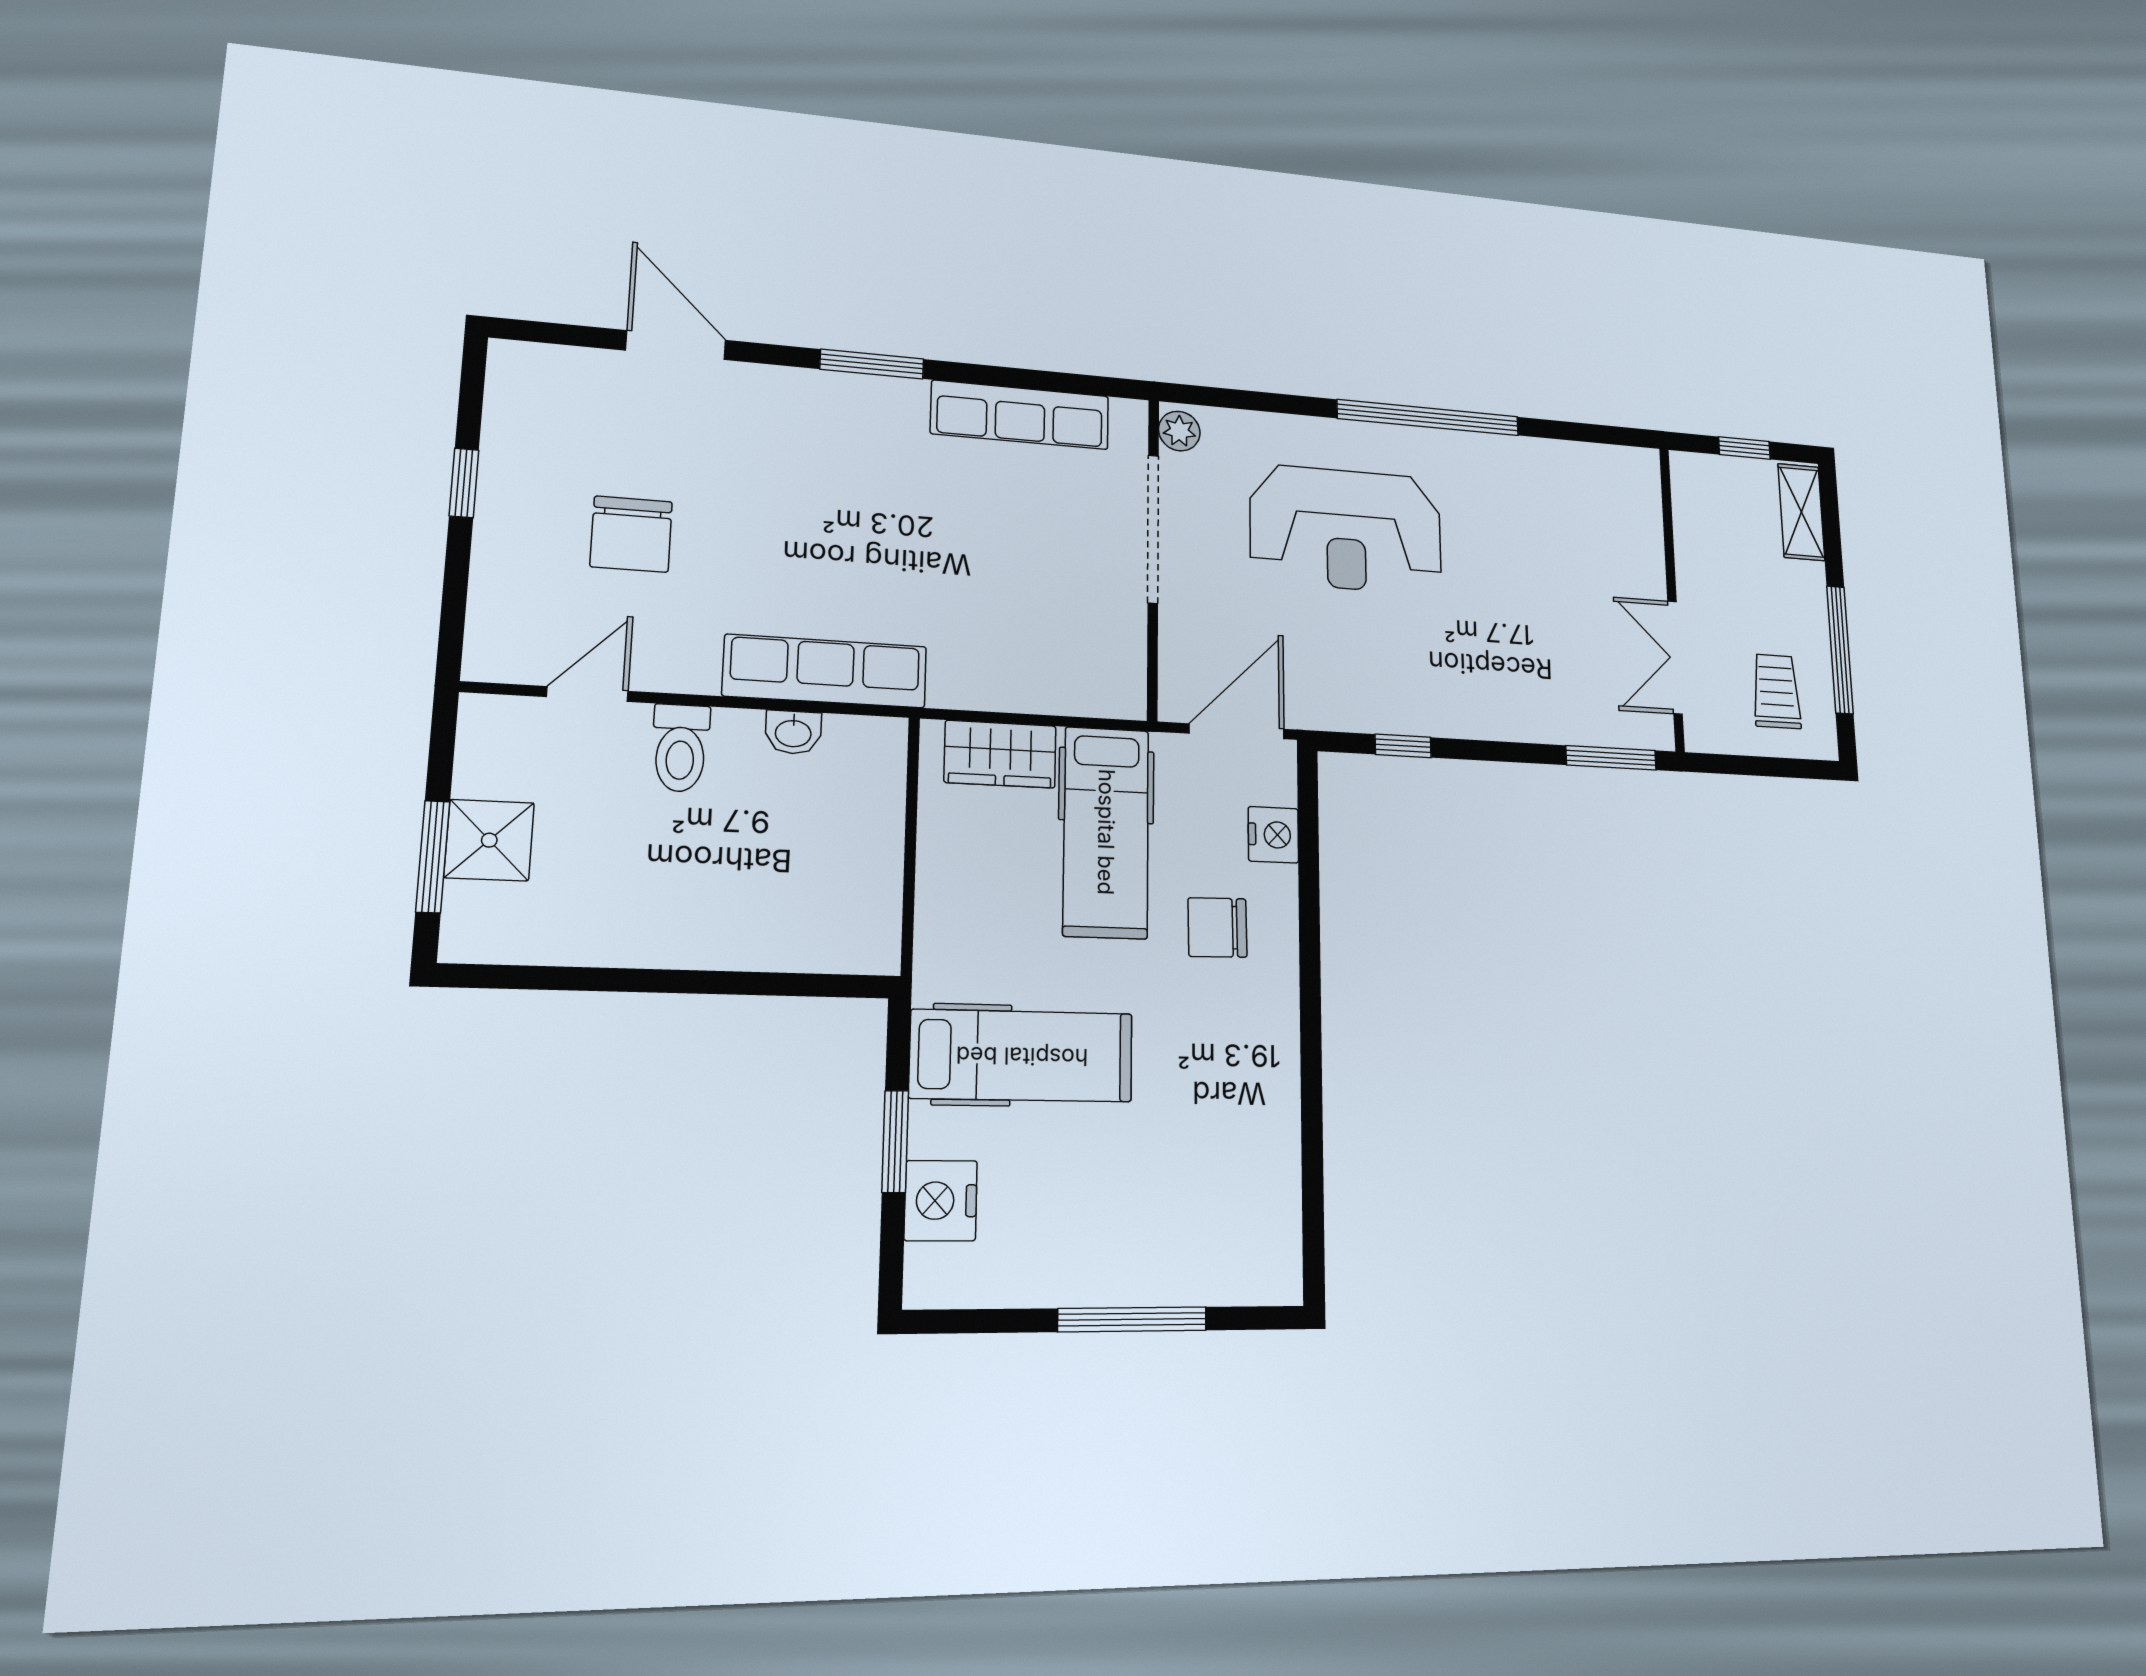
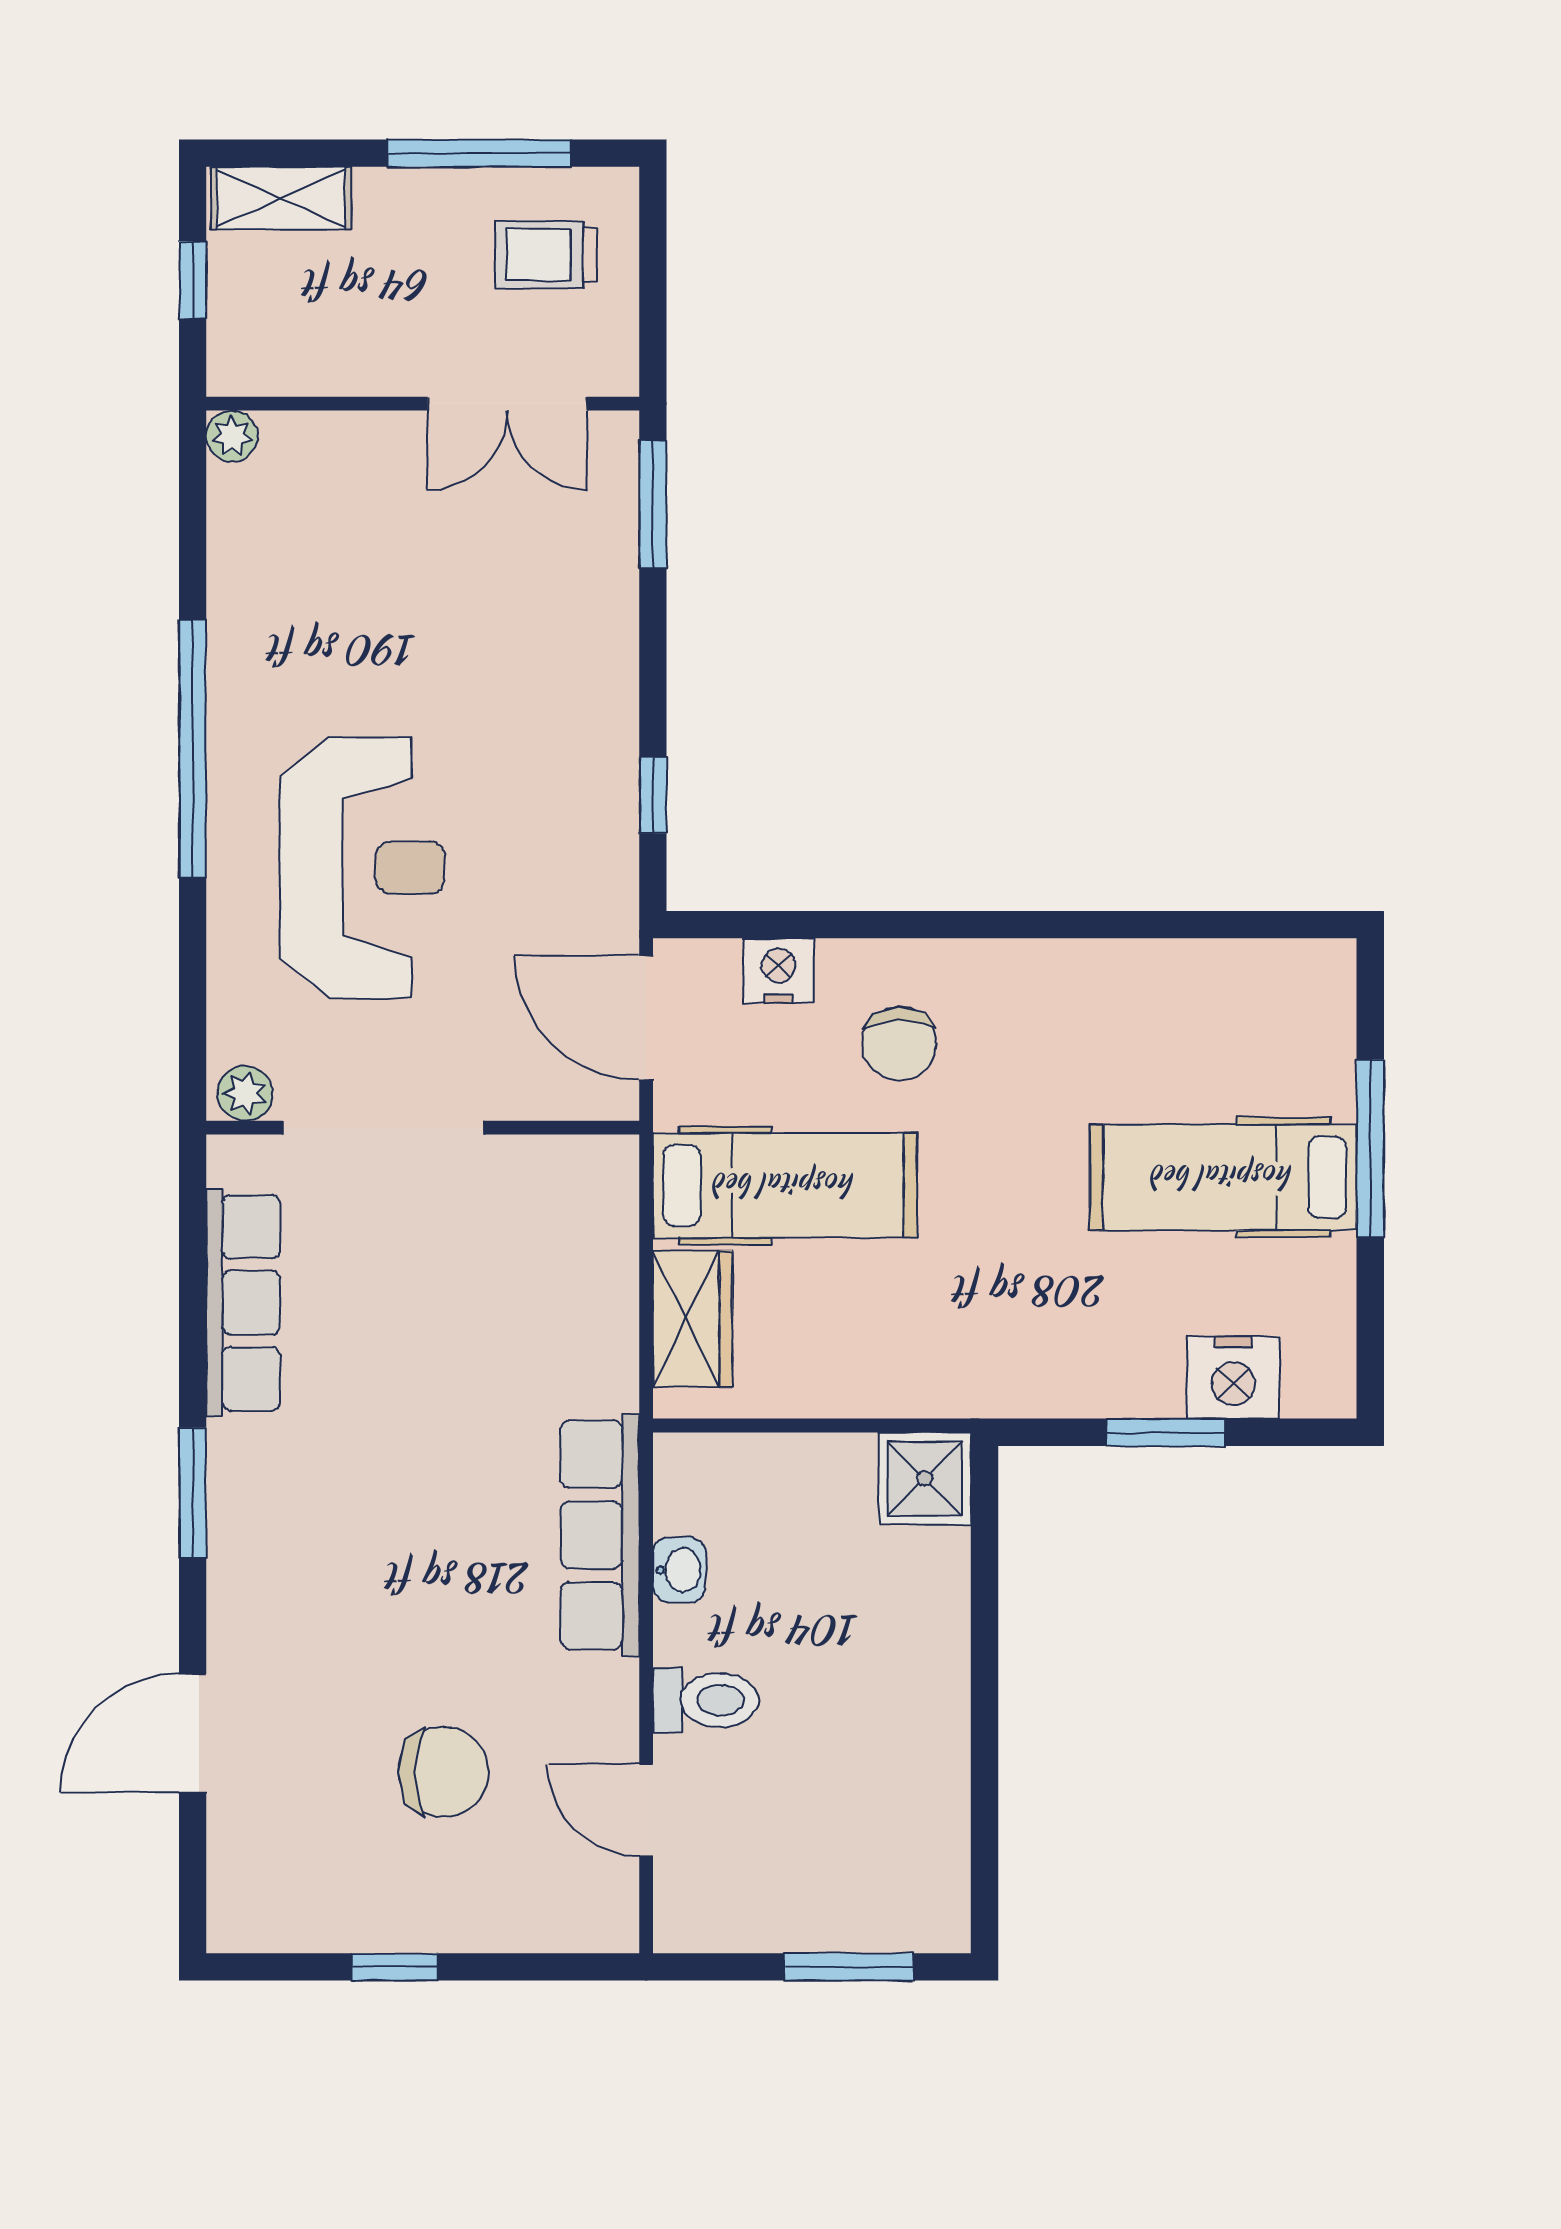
plant: (1643, 465) -> (232, 436), added
shower: (489, 840) -> (925, 1478), moved
hospital bed: (1022, 1056) -> (1223, 1177), moved, turned -90

